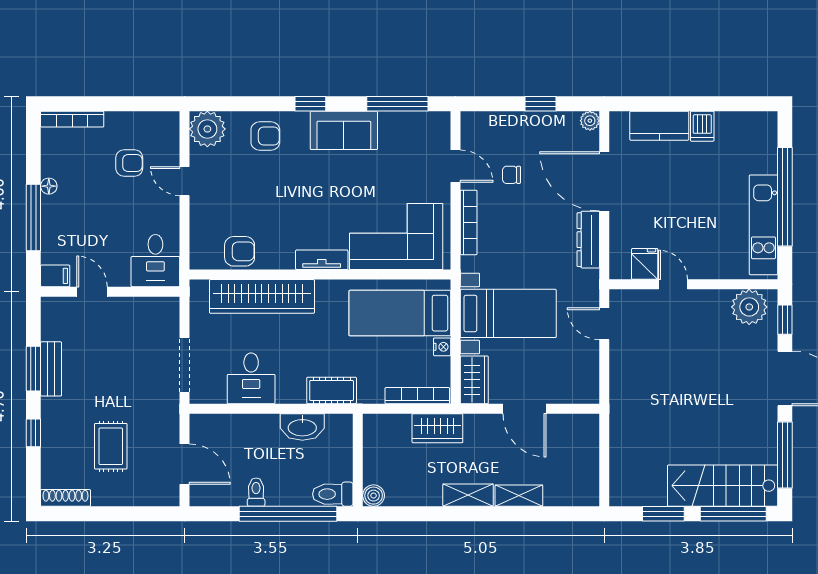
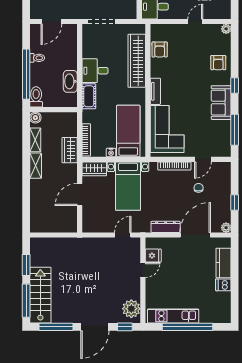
plant: (207, 129) -> (226, 29), width x0.53, depth x0.53
desk: (251, 378) -> (95, 71), moved
shelving: (519, 496) -> (35, 140), moved

